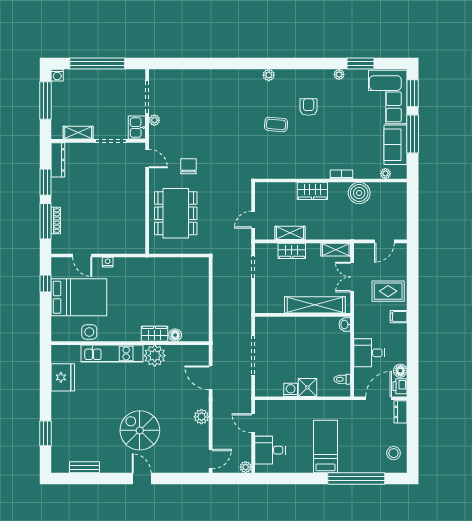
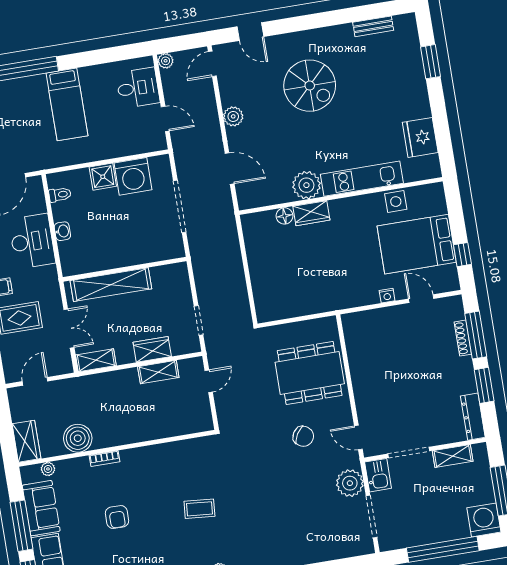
washing machine: (57, 75) -> (484, 520), width x1.89, depth x1.89
armchair: (309, 107) -> (117, 517), moved
plant: (154, 120) -> (350, 483), width x1.87, depth x1.87
chair: (189, 166) -> (303, 436), turned -59
wardrobe: (312, 191) -> (26, 441), moved, turned 90
dining table: (176, 213) -> (310, 373), turned 90
washbasin: (345, 324) -> (62, 231), moved
desk: (369, 353) -> (32, 241), width x1.37
washing machine: (291, 390) -> (133, 176), width x1.89, depth x1.89
door: (142, 479) -> (250, 32), moved

